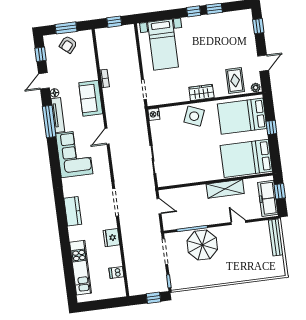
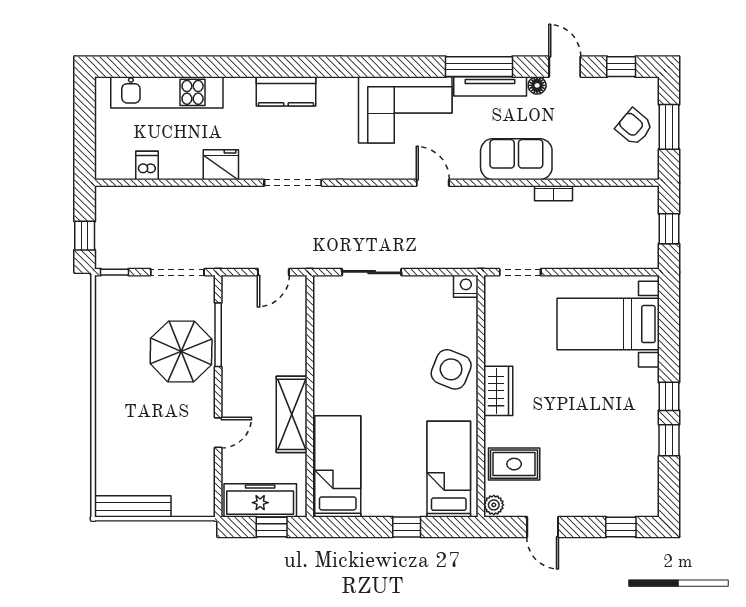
bed: (242, 116) -> (449, 469), width x0.67
bed: (246, 158) -> (338, 466), width x0.67
bench: (276, 237) -> (133, 506), moved

